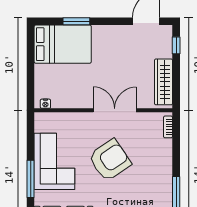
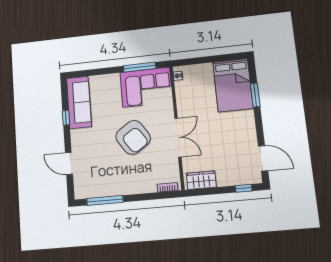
wardrobe: (164, 82) -> (201, 180), width x0.67
corner sofa: (54, 161) -> (146, 87), moved
window: (31, 179) -> (140, 67), moved

